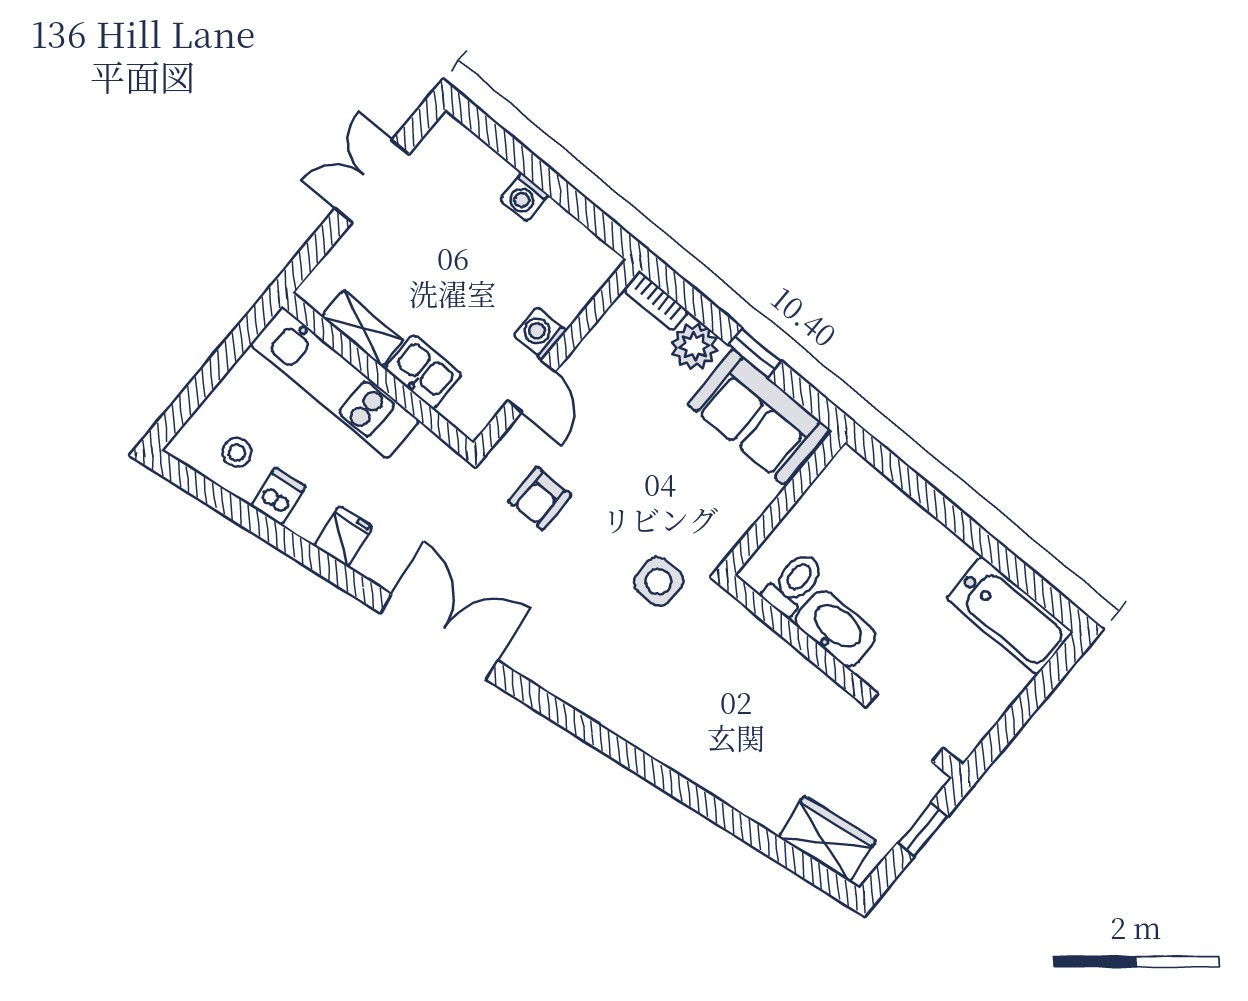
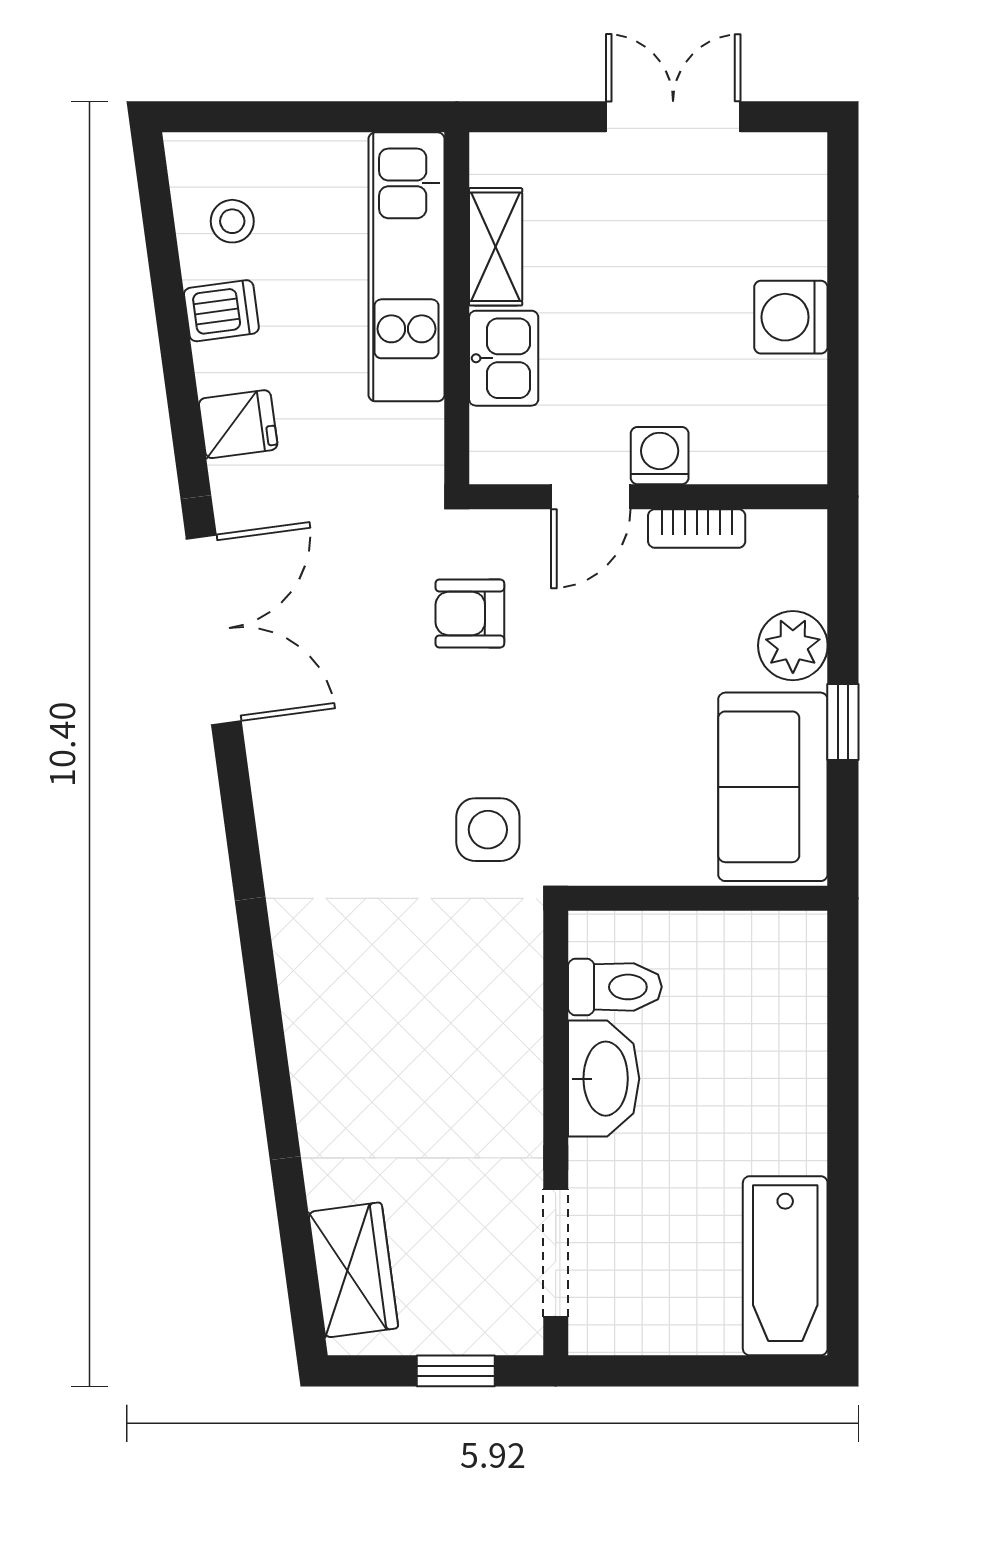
washing machine: (524, 197) -> (791, 317), width x1.38, depth x1.38
bookcase: (656, 301) -> (697, 528), moved, turned -90

